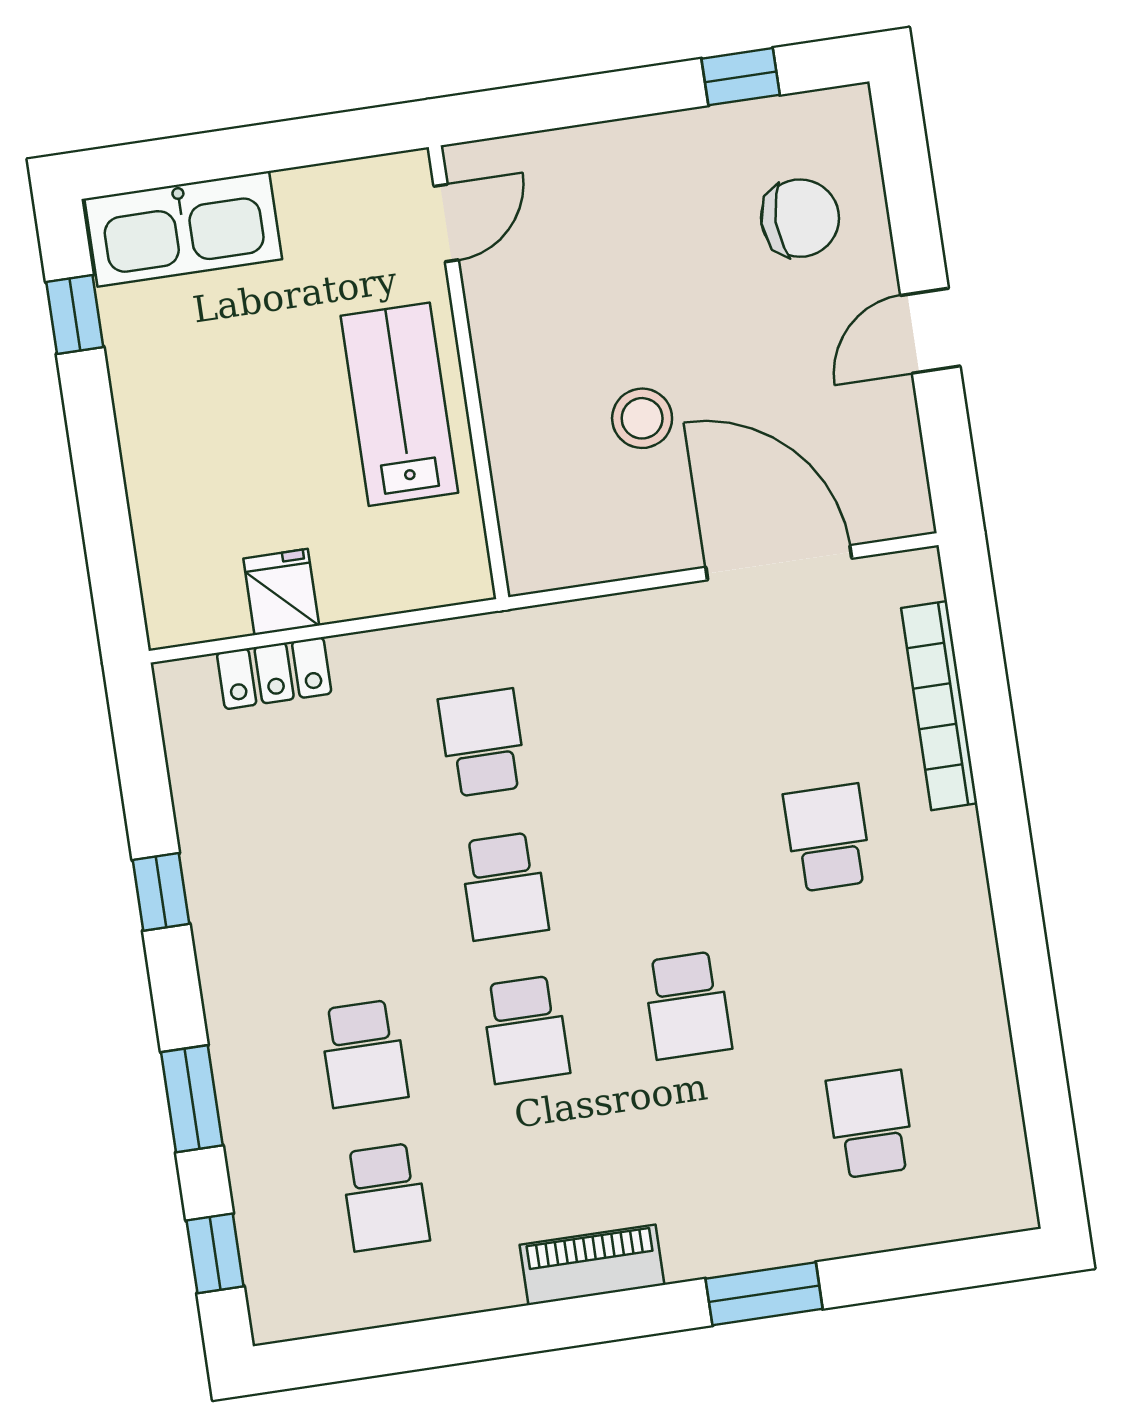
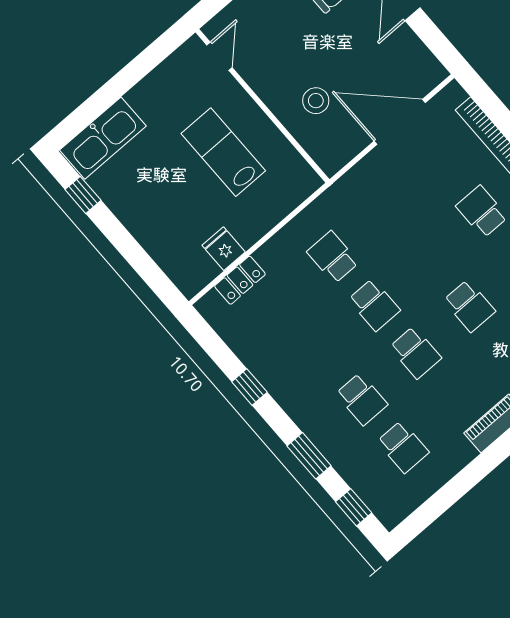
door: (446, 223) -> (219, 56), moved
wall: (468, 372) -> (262, 106), moved

